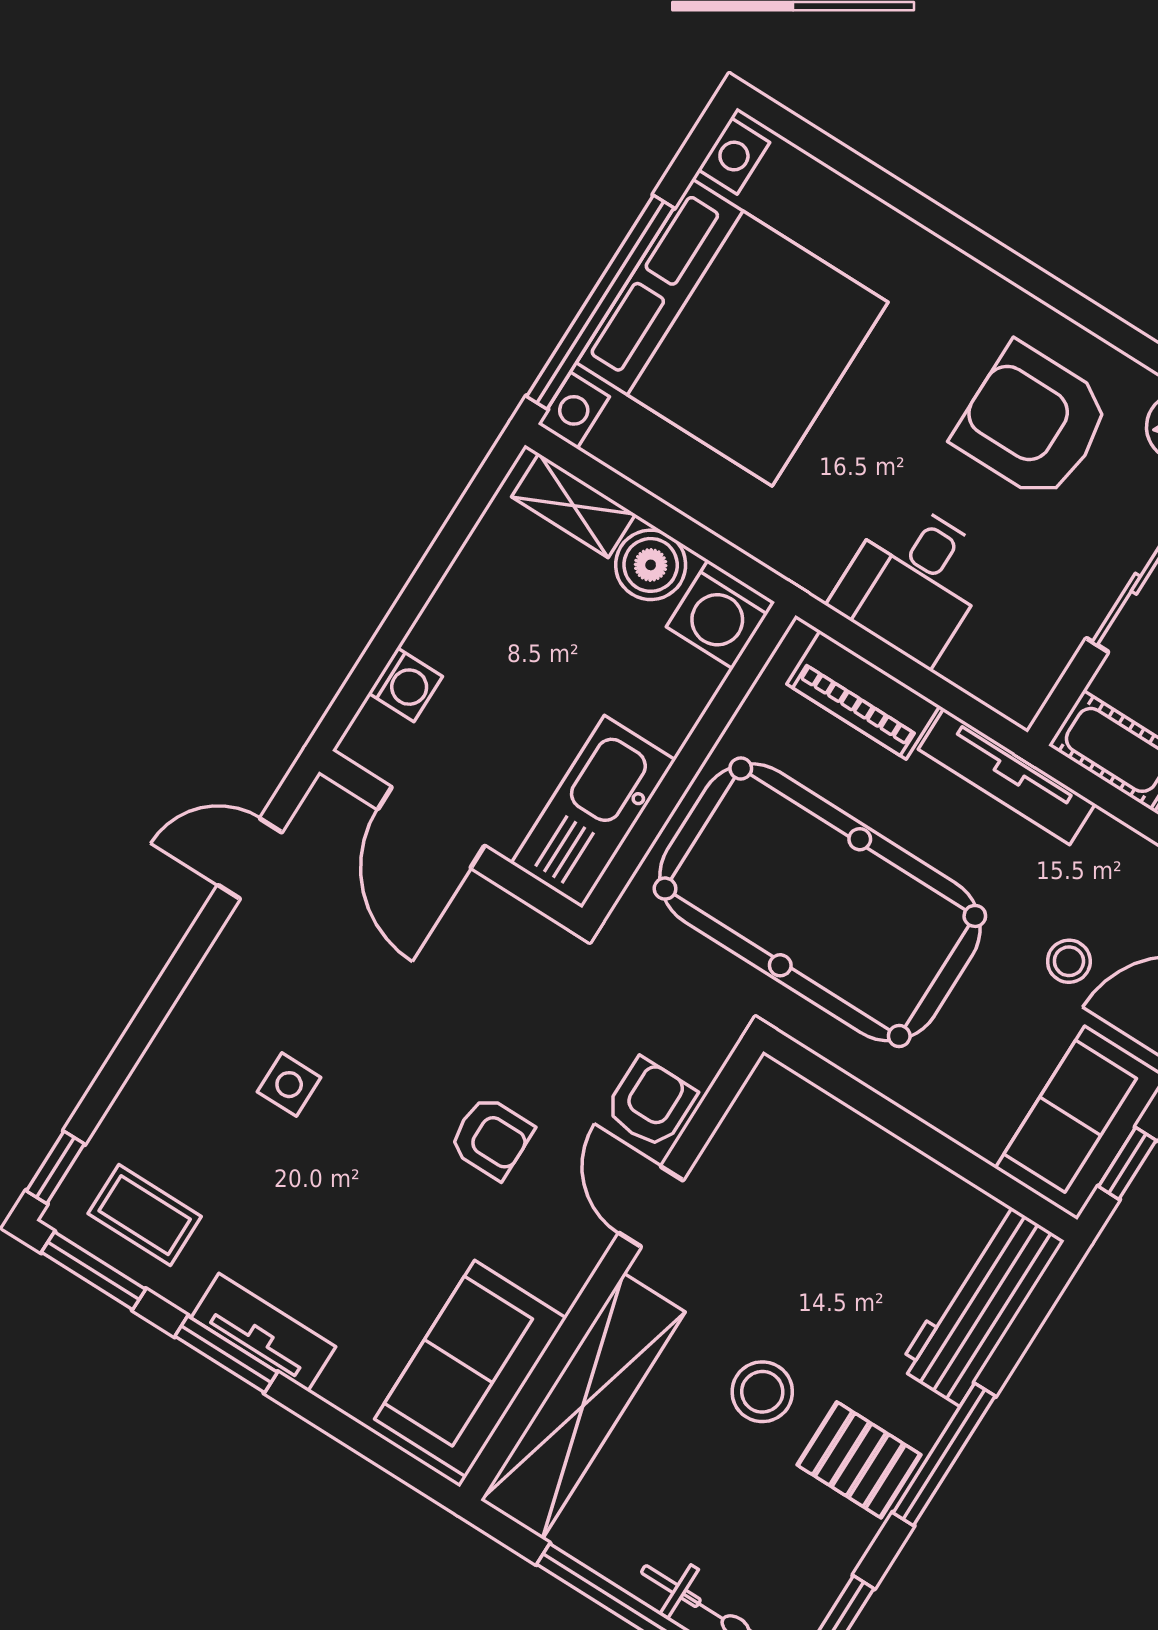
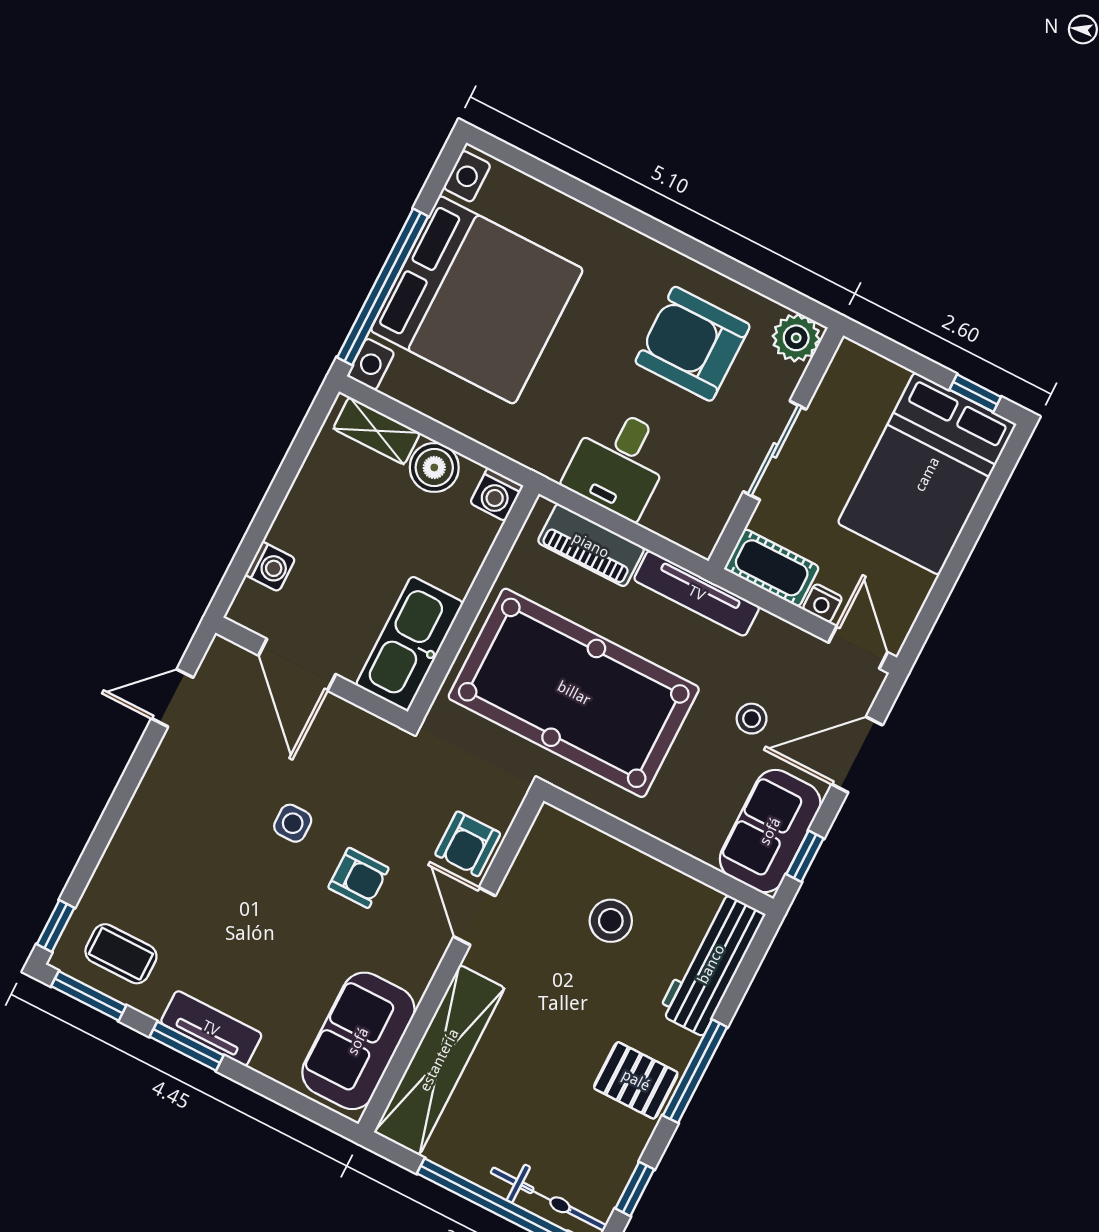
washing machine: (721, 614) -> (497, 494), width x0.73, depth x0.73
side table: (289, 1085) -> (293, 823), moved
armchair: (650, 1103) -> (468, 844), turned 180
stool: (762, 1392) -> (611, 921), moved

